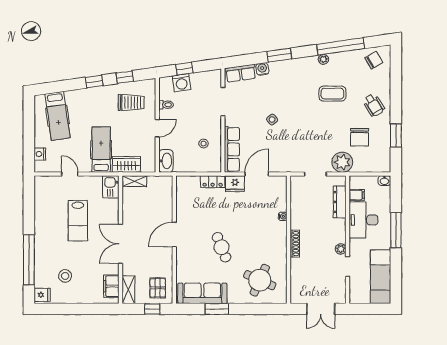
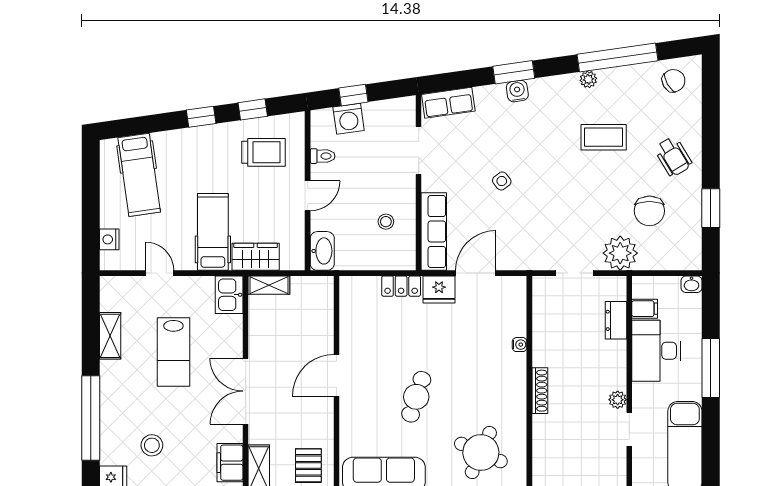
water cooler: (262, 69) -> (517, 91), moved
dresser: (340, 202) -> (616, 320), width x0.70
shelving: (40, 211) -> (110, 336), added
cafe table: (222, 247) -> (416, 397), turned 40

